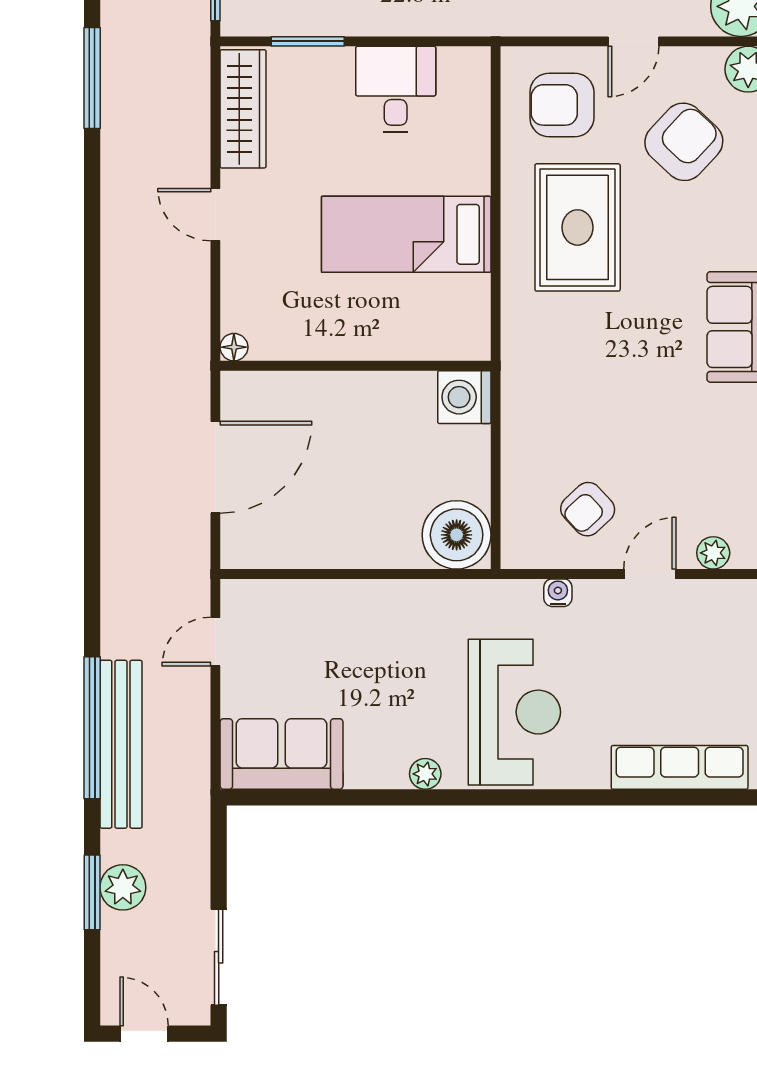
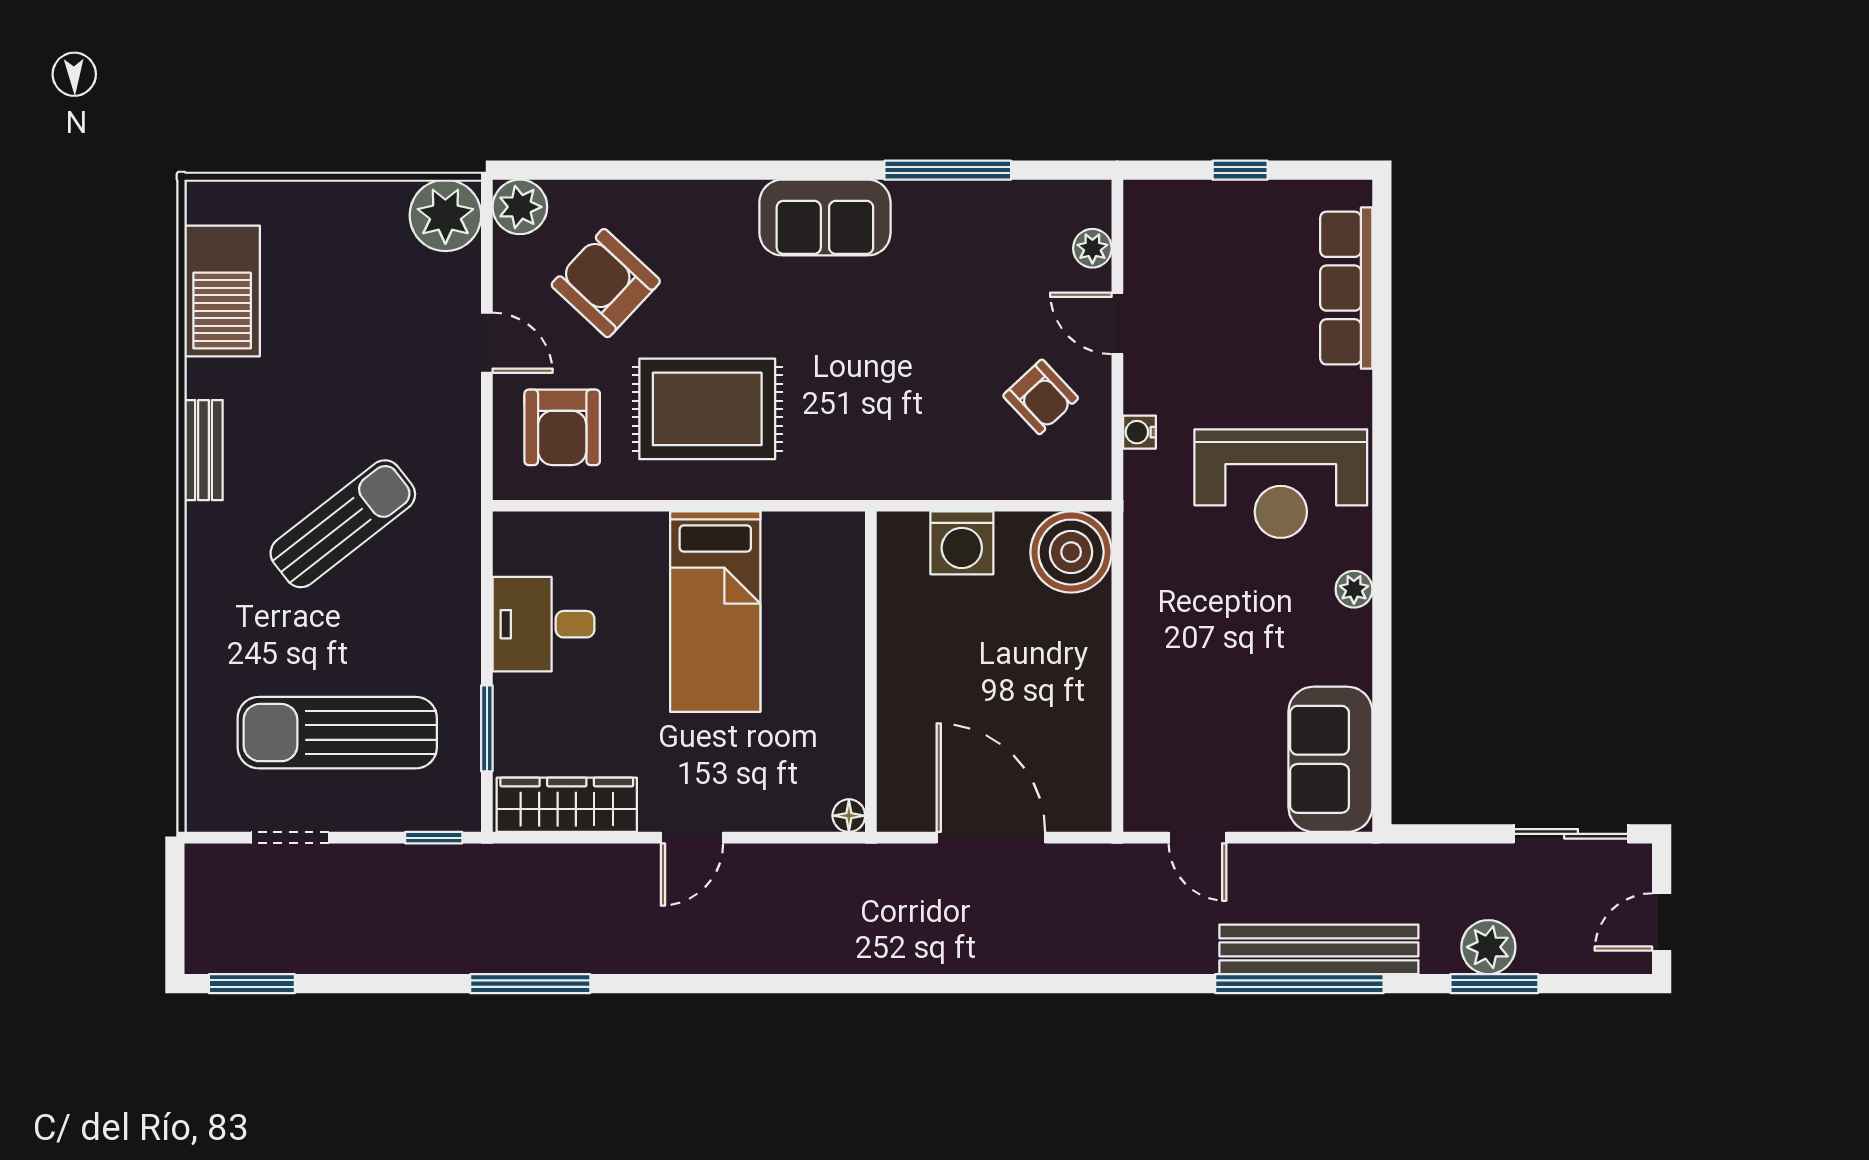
washing machine: (464, 397) -> (962, 543), moved
reception desk: (514, 712) -> (1281, 484), turned 180

